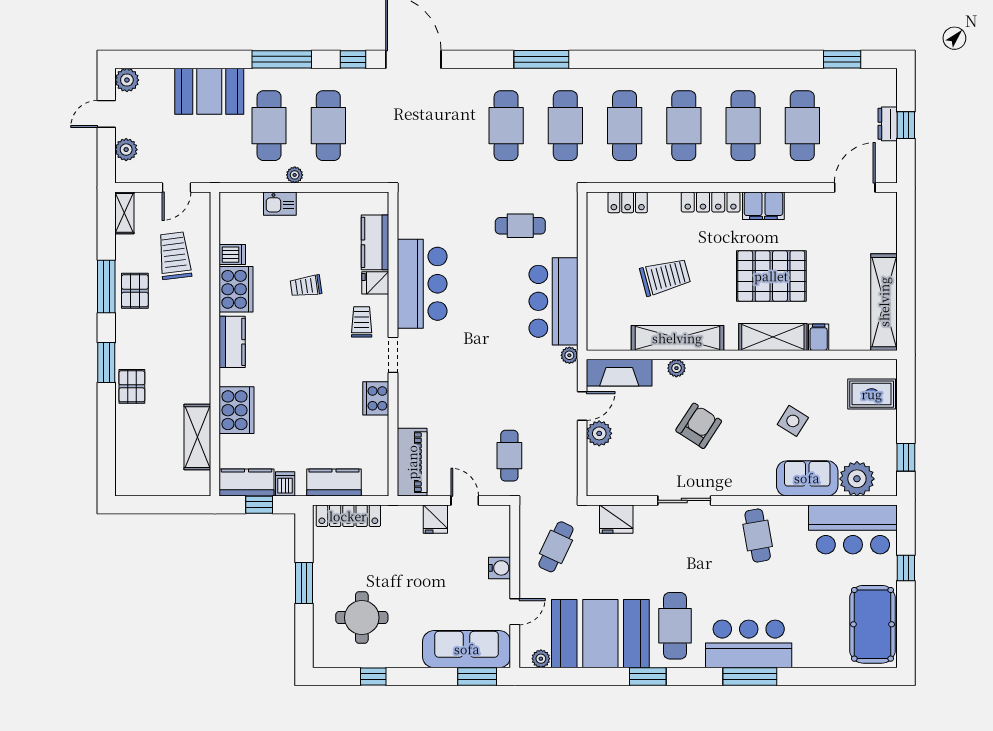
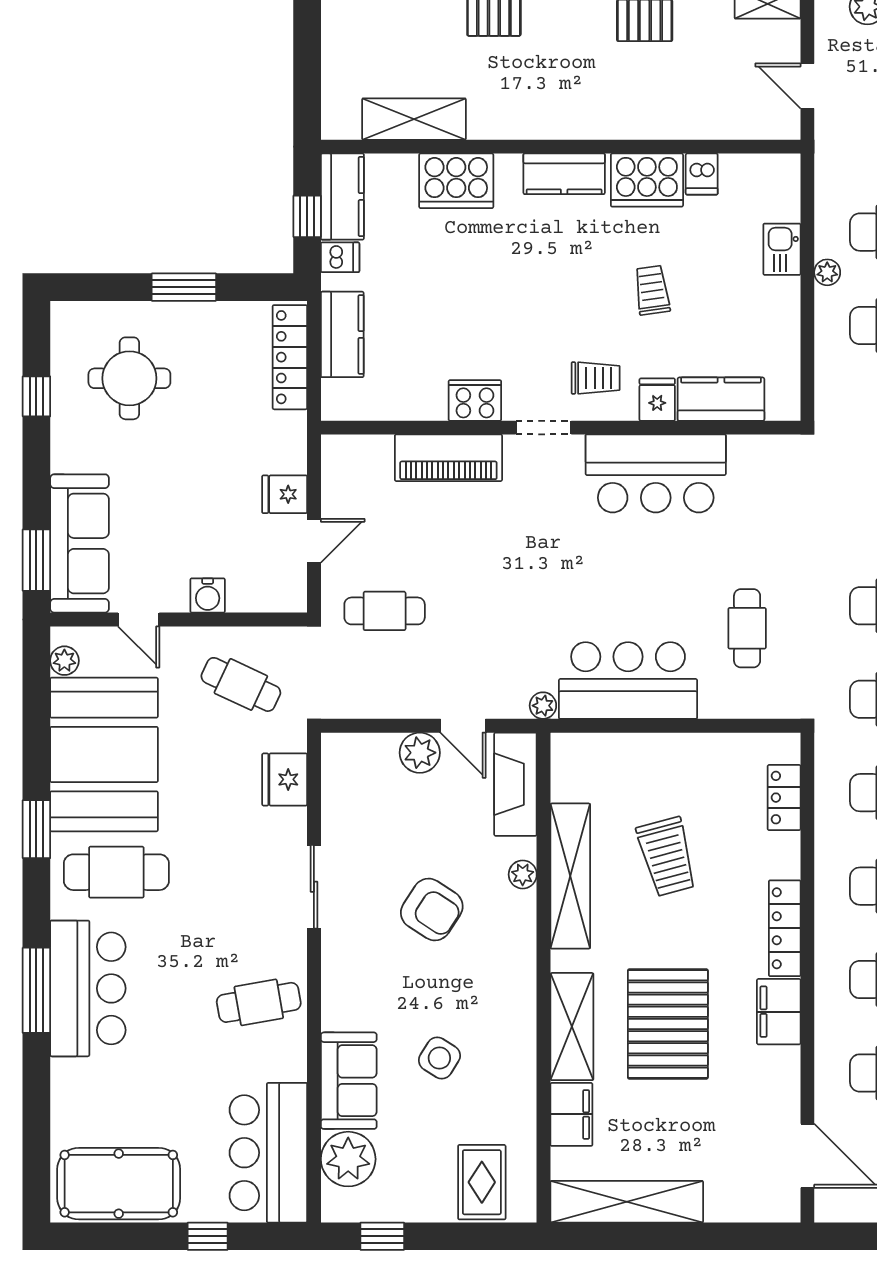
trolley: (175, 256) -> (700, 83), removed
filing cabinet: (819, 337) -> (571, 1114), width x2.00
piano: (412, 462) -> (448, 458), moved

